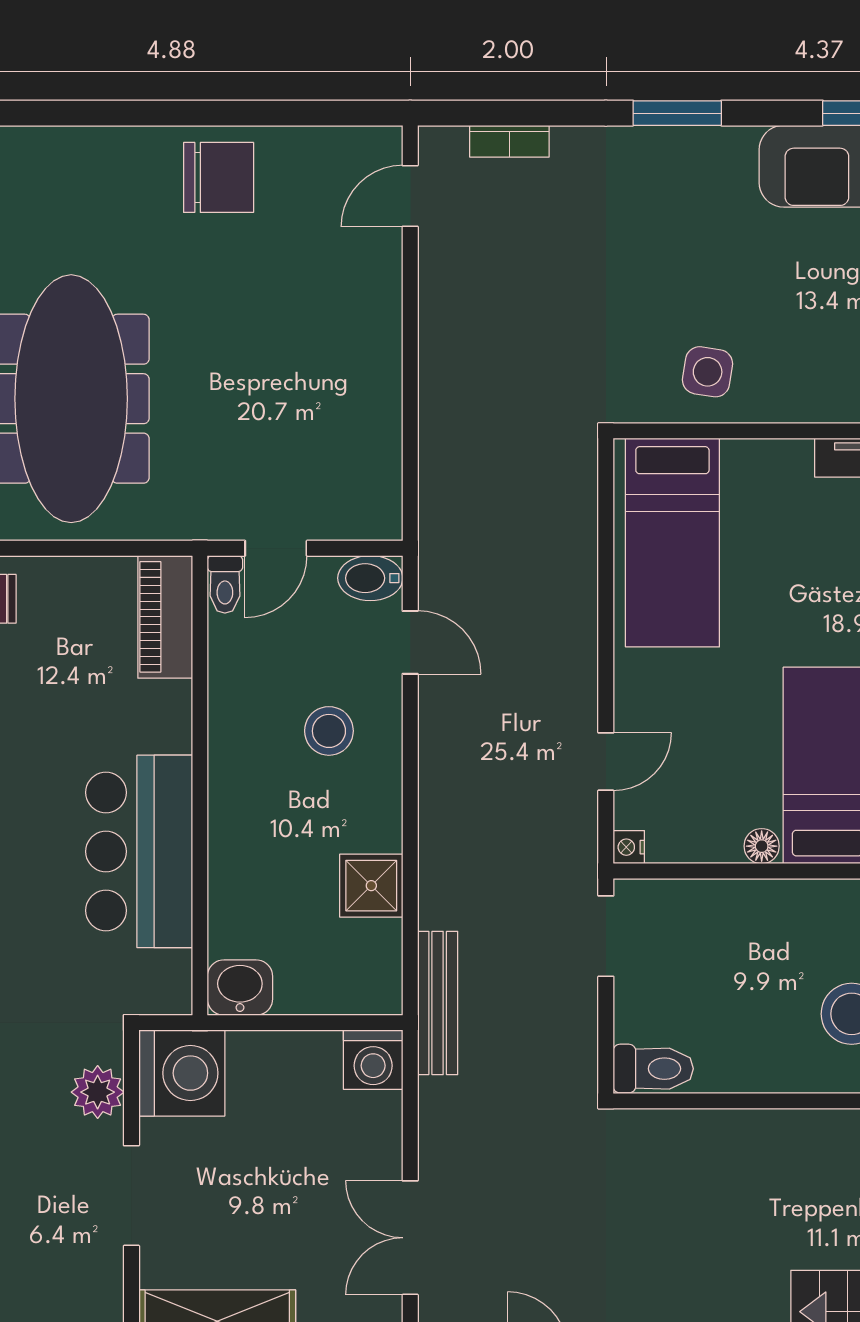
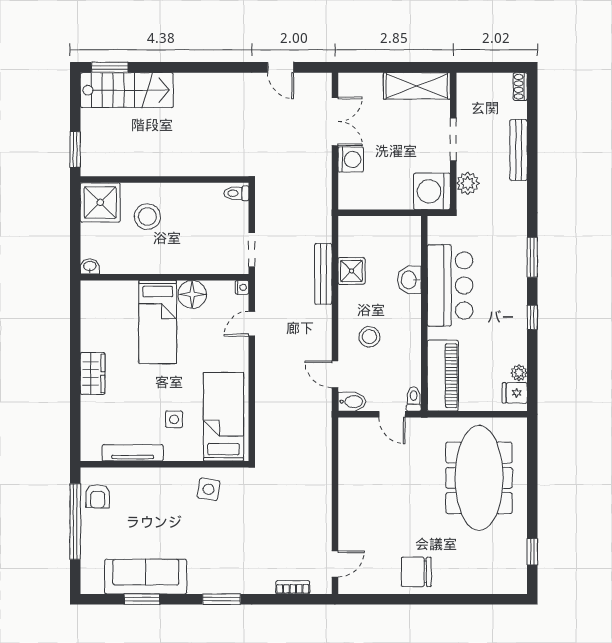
side table: (789, 537) -> (174, 419), added
door: (276, 548) -> (392, 414), swing flipped
piano: (165, 617) -> (443, 376), width x1.37, depth x1.33
floor lamp: (762, 846) -> (192, 294), width x1.89, depth x1.89
washbasin: (240, 988) -> (409, 280), moved, turned 90
bench: (438, 1003) -> (323, 274), moved
washing machine: (373, 1060) -> (351, 159), moved, turned 90
toilet: (653, 1069) -> (236, 193), width x0.73, depth x0.72

